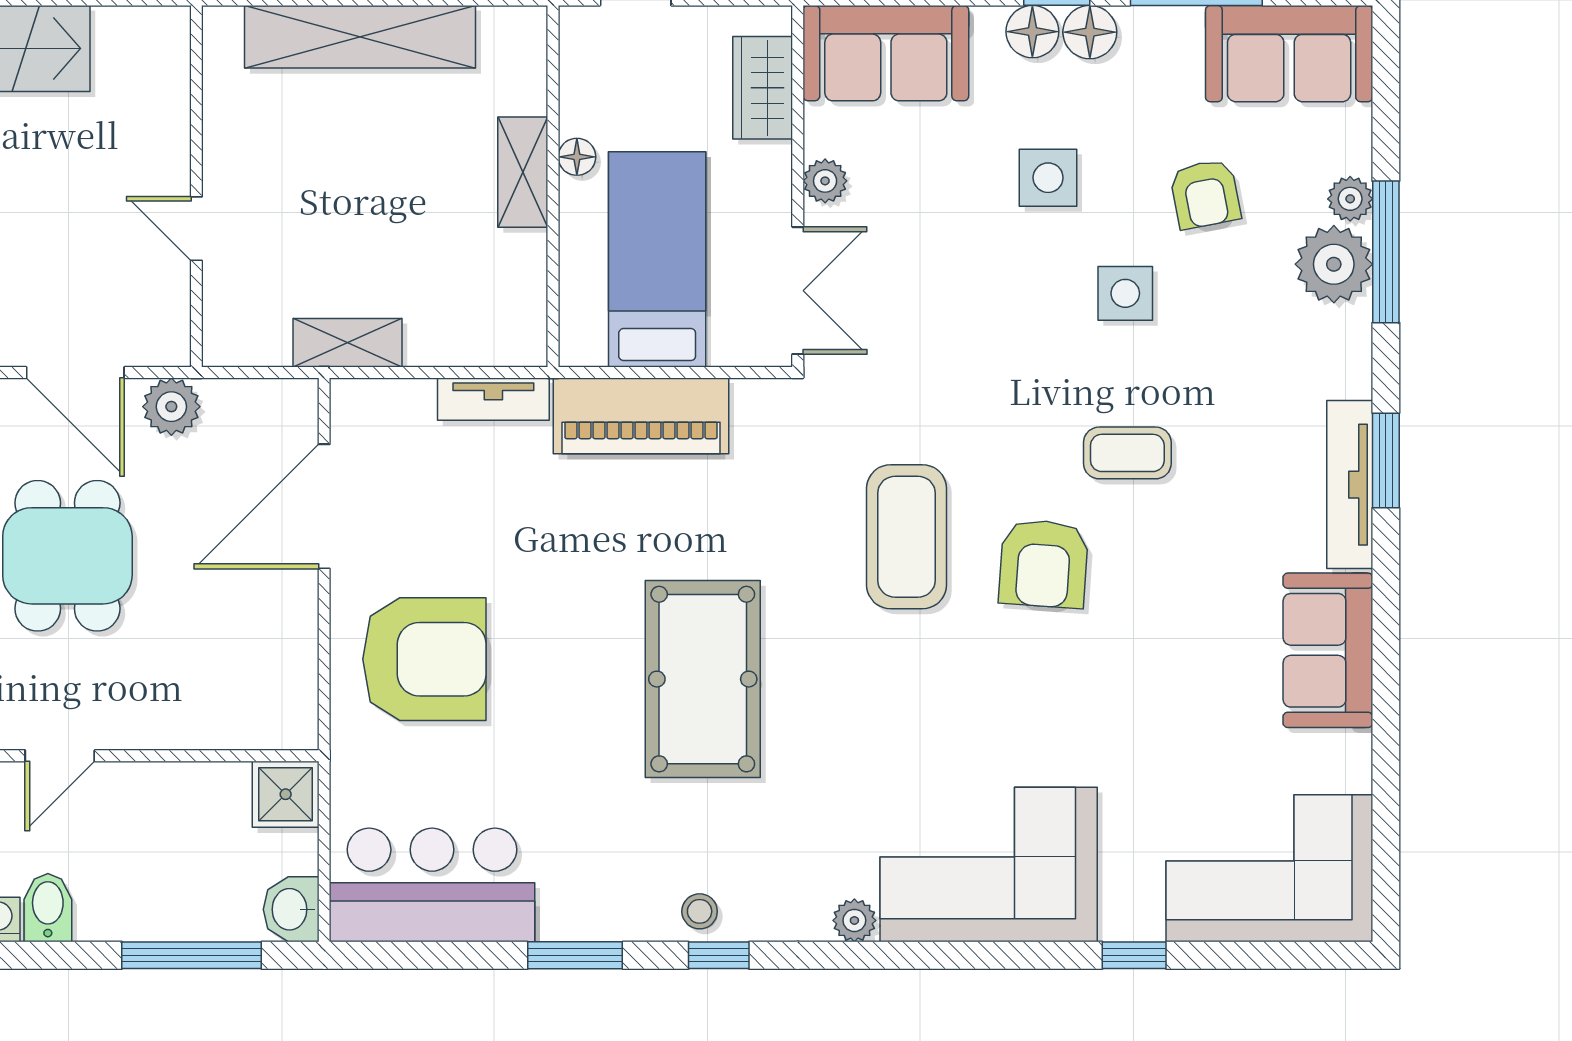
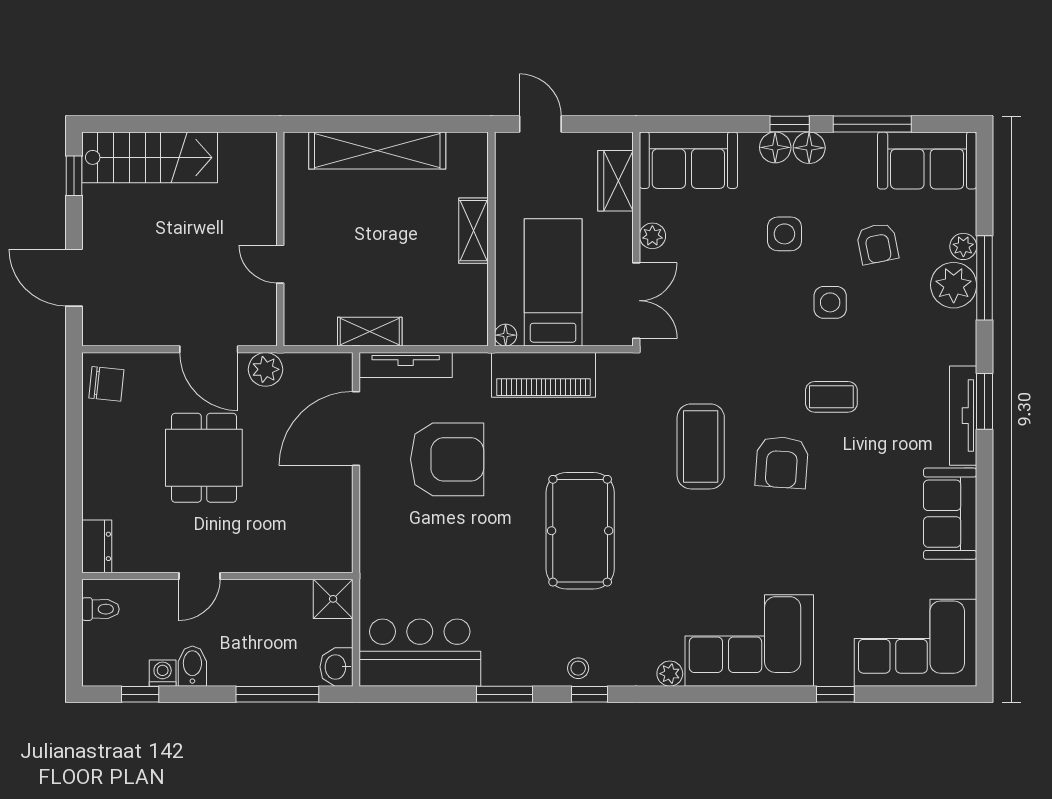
floor lamp: (577, 157) -> (506, 335), moved
tv unit: (493, 399) -> (406, 365), moved, width x1.41
armchair: (424, 659) -> (447, 459), moved

